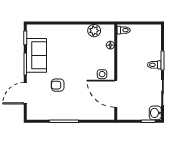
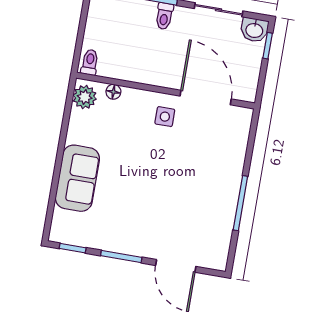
plant: (94, 31) -> (85, 97), moved
sofa: (37, 55) -> (77, 178), moved, turned 90
armchair: (58, 85) -> (171, 203), removed
door: (116, 94) -> (206, 98), swing flipped

